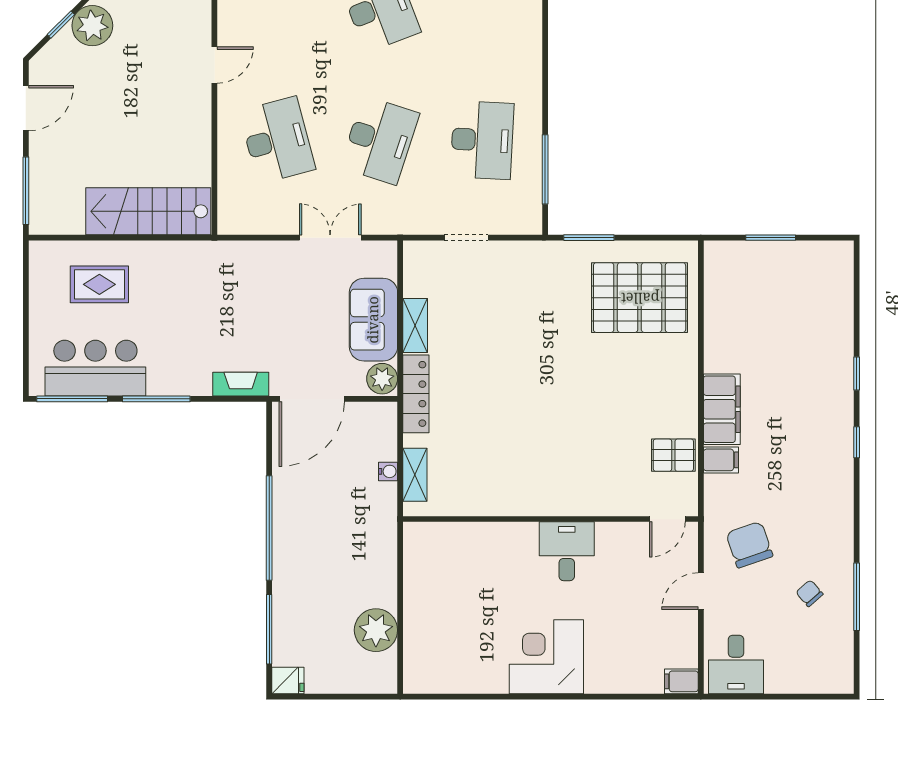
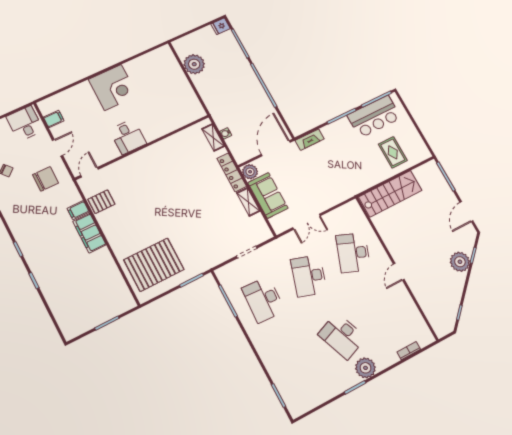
desk: (277, 140) -> (353, 253), turned 36
rug: (99, 284) -> (393, 152), turned 90
chair: (749, 545) -> (46, 179), turned -71
filing cabinet: (681, 681) -> (54, 119), moved

